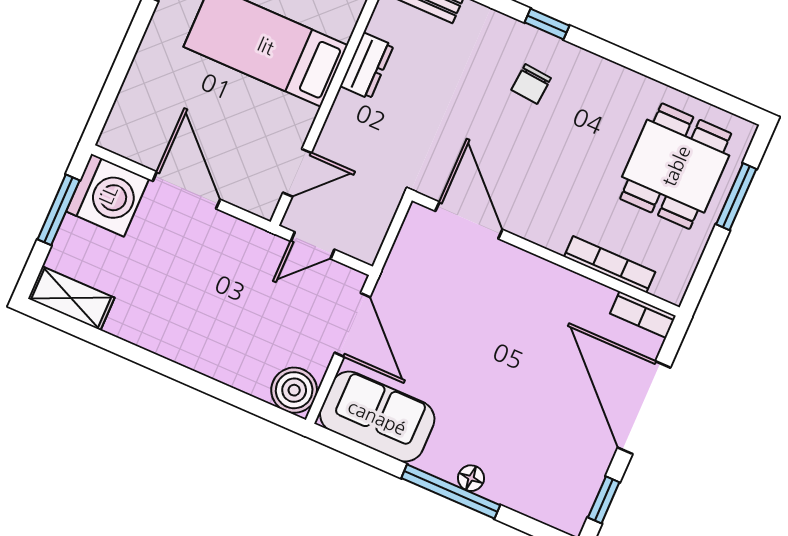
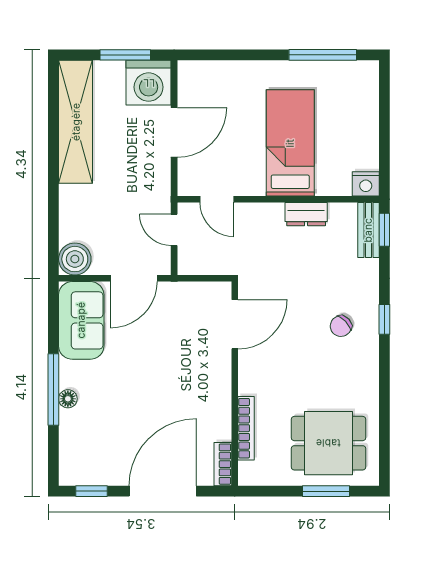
chair: (531, 84) -> (341, 326), turned -48
shelving: (71, 298) -> (76, 122), width x2.20, depth x1.33

